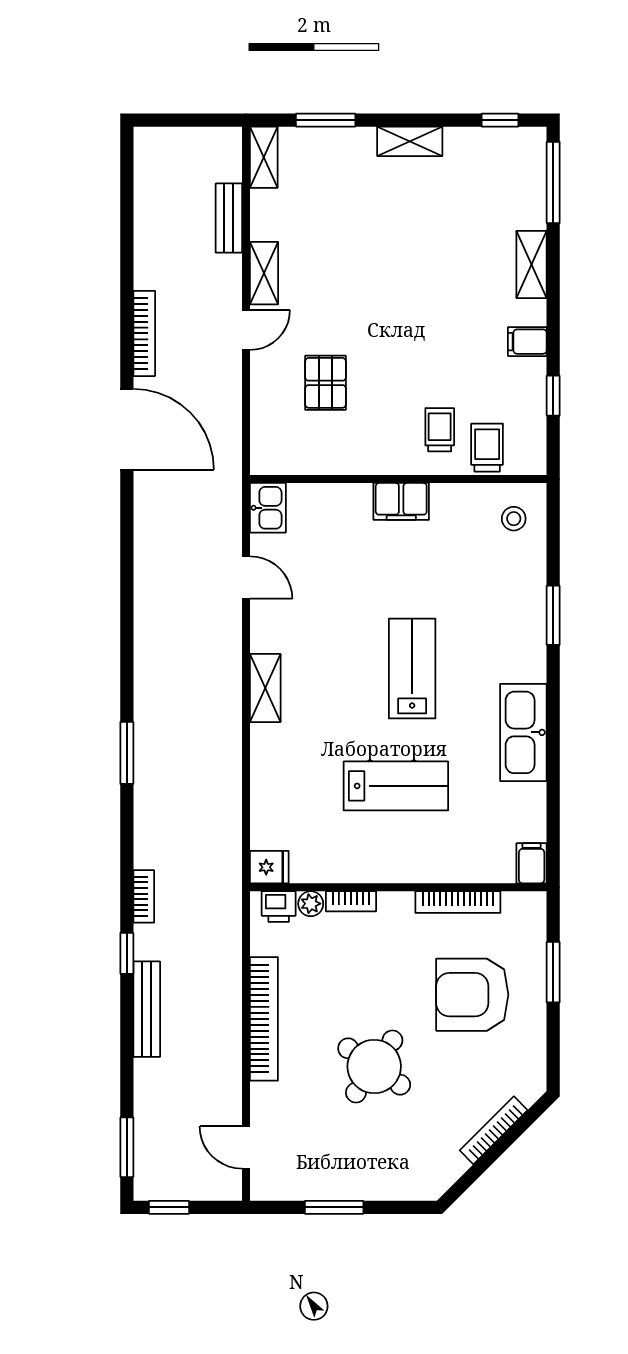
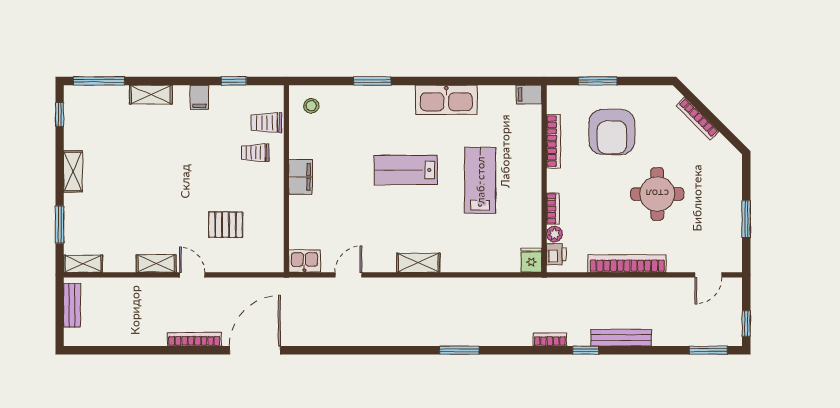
bench: (229, 218) -> (72, 305), moved, turned 90
round table: (374, 1067) -> (657, 194), turned -35

